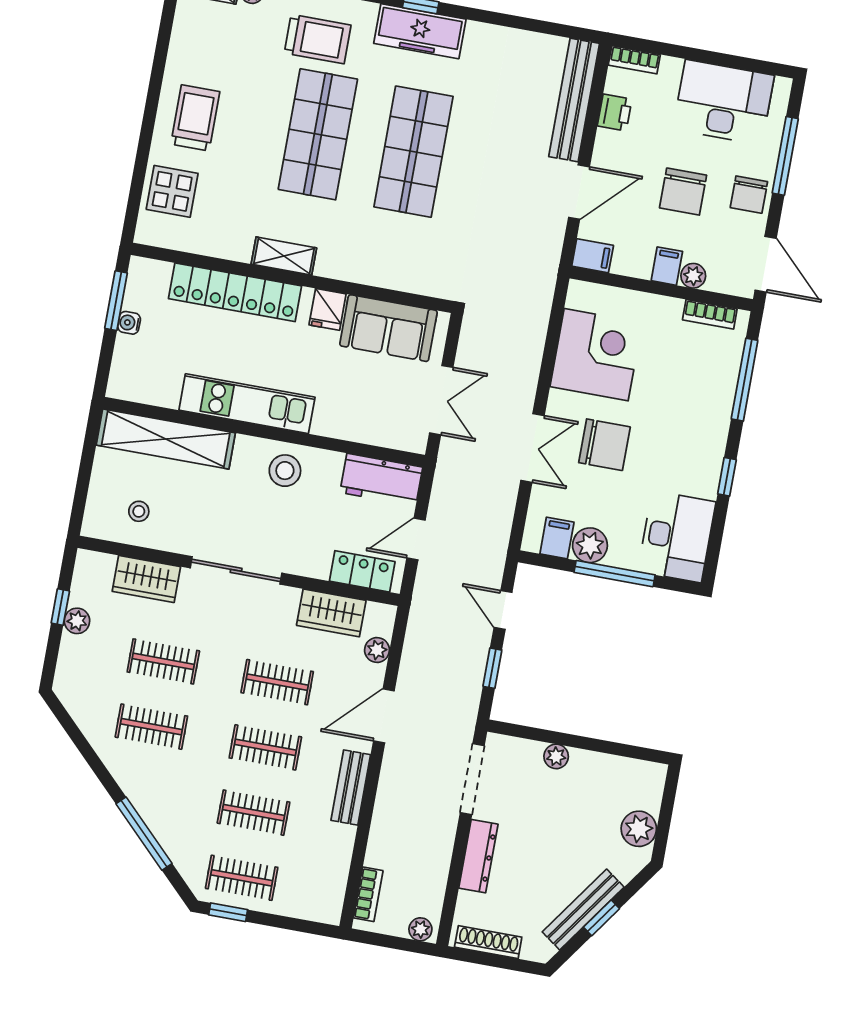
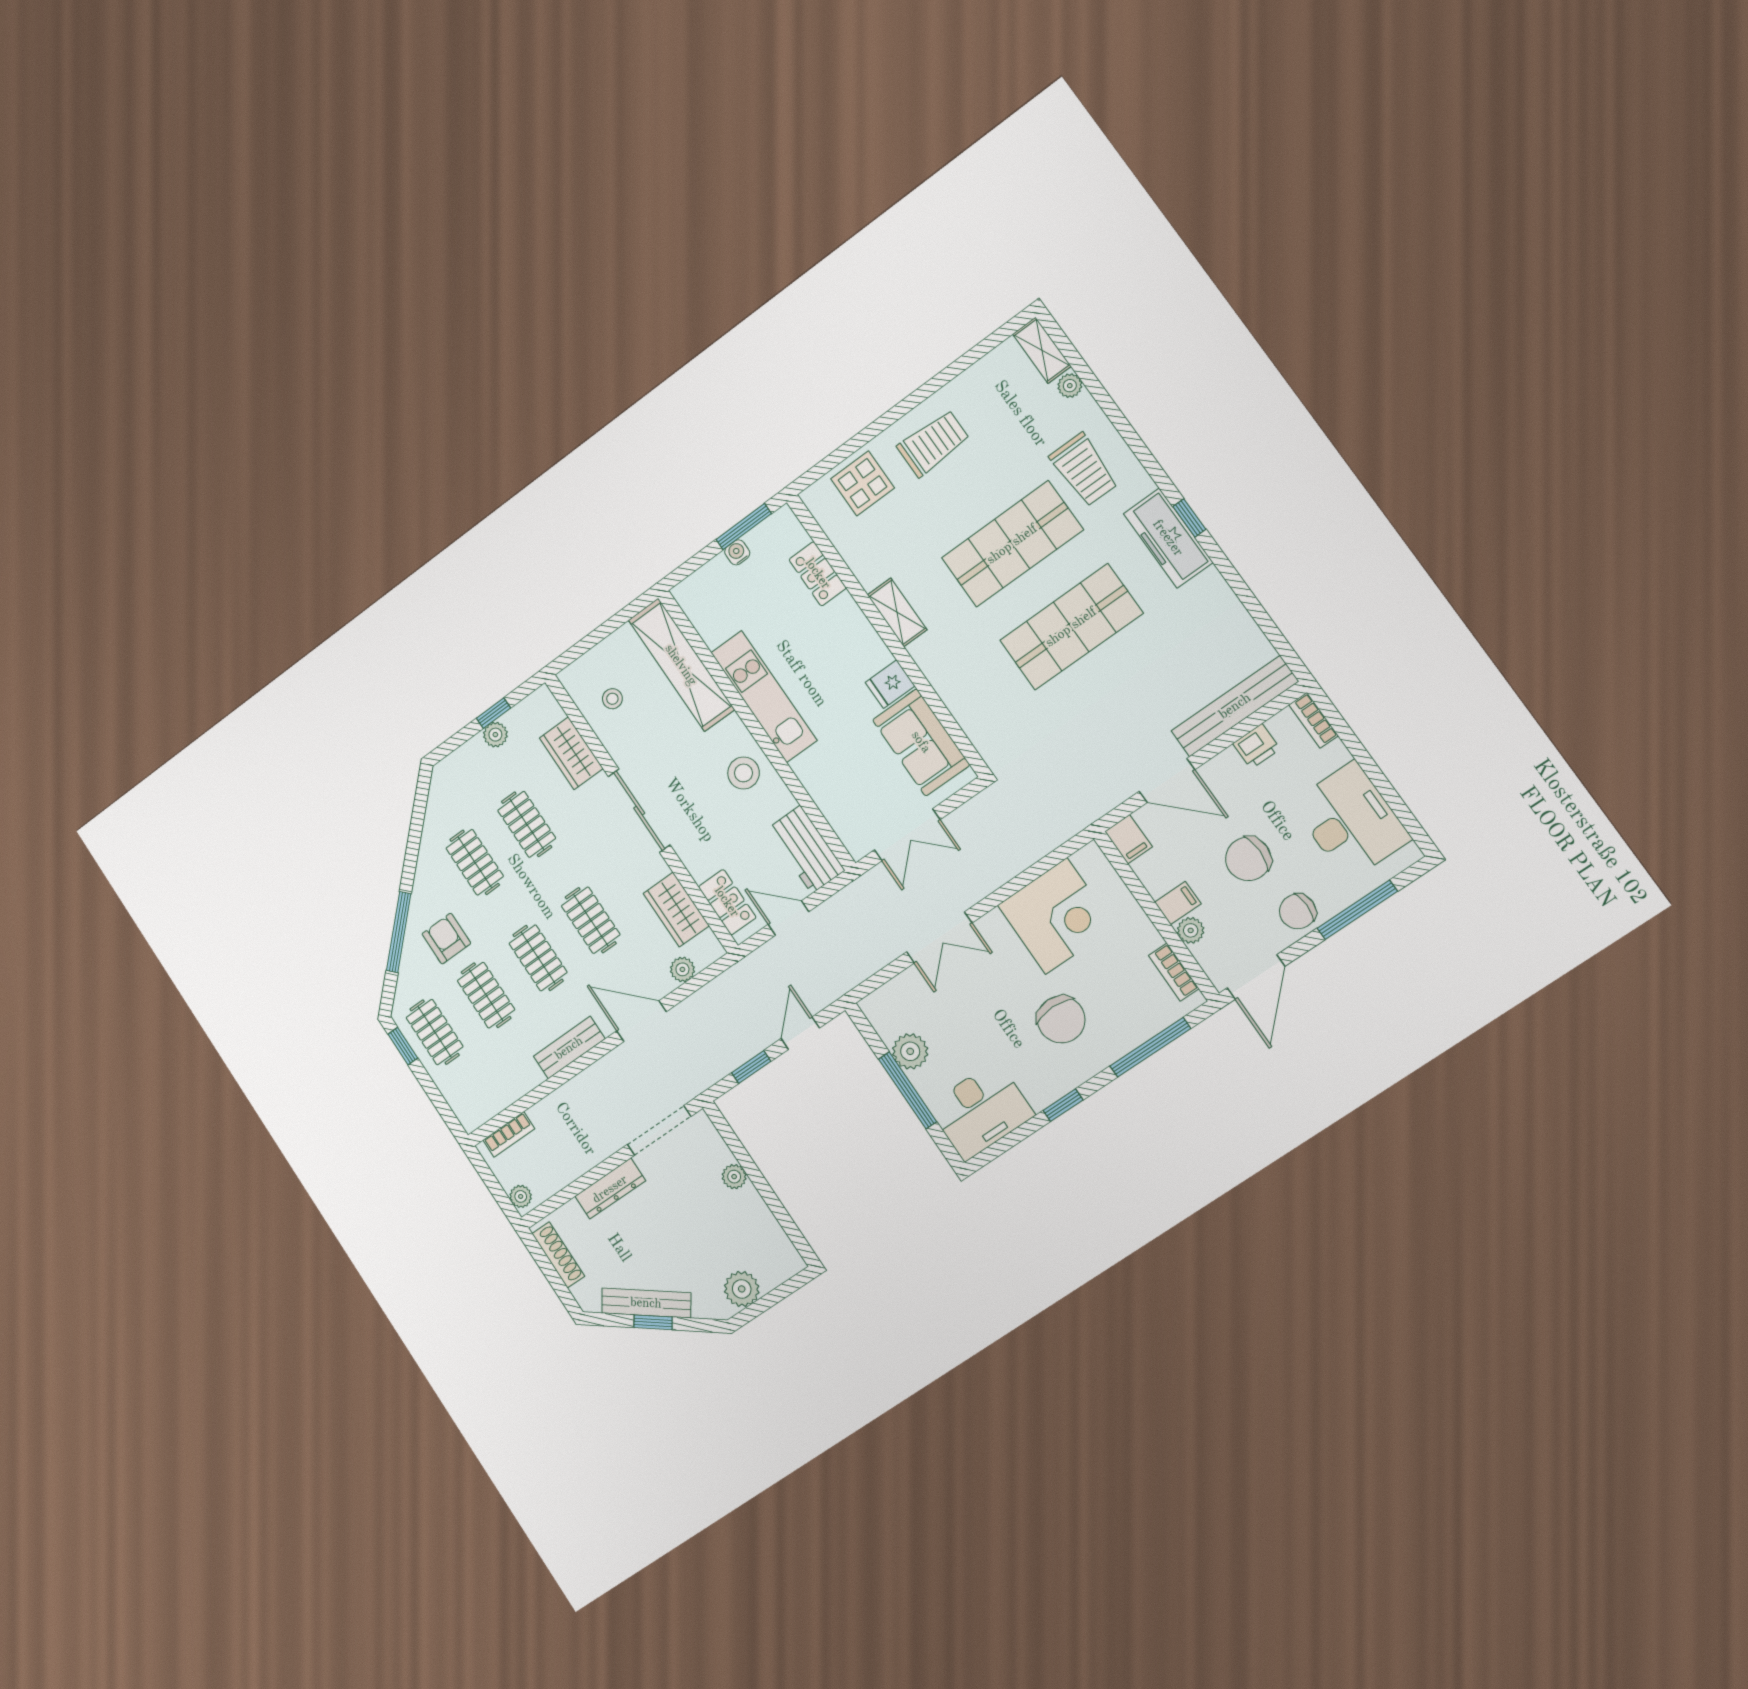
locker: (235, 292) -> (818, 574), width x0.46, depth x0.83
chair: (604, 445) -> (1061, 1019), moved
filing cabinet: (557, 538) -> (891, 1021), removed
armchair: (184, 802) -> (446, 939), added

